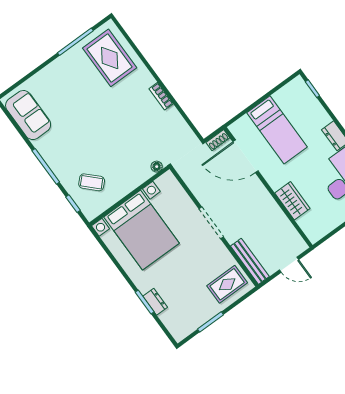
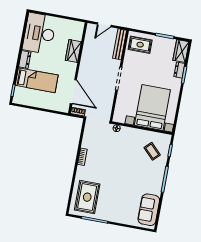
bed: (277, 130) -> (37, 80), moved, turned 90
door: (289, 265) -> (104, 25), swing flipped
wardrobe: (175, 324) -> (181, 51), added

